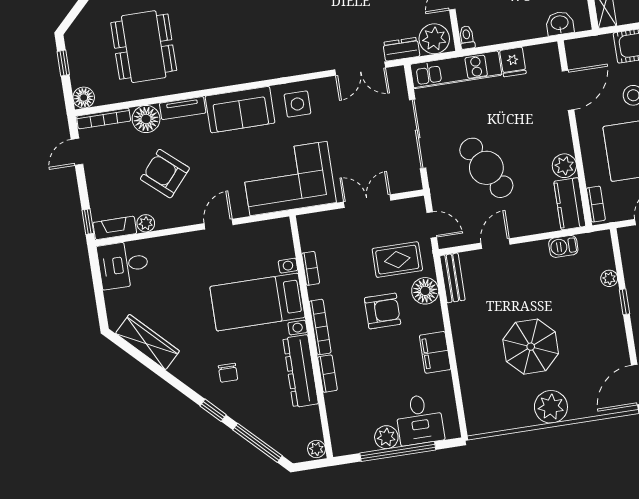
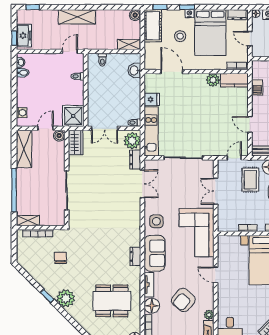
dresser: (229, 76) -> (135, 256), added
cafe table: (486, 168) -> (207, 123), removed

